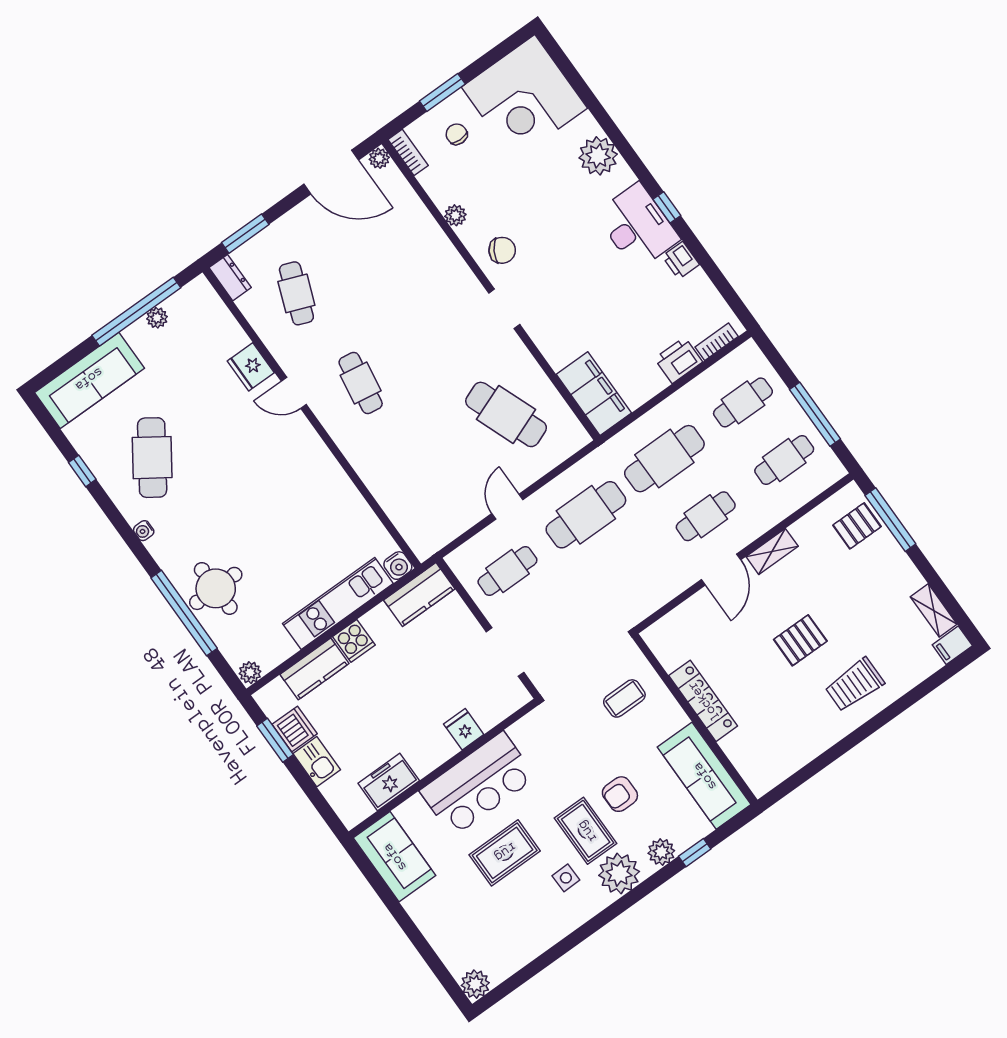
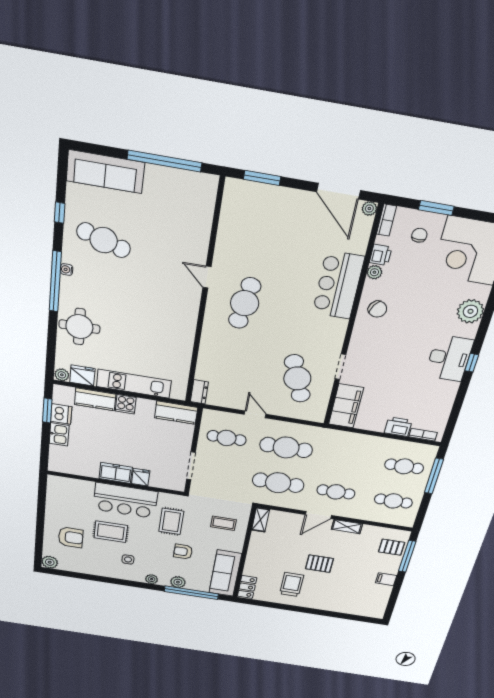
printer: (681, 260) -> (381, 255), moved, turned 180
bar counter: (434, 266) -> (338, 285), added
dresser: (230, 278) -> (199, 392), moved
cafe table: (296, 293) -> (257, 233), removed
doorway: (504, 309) -> (340, 367), moved
plant: (157, 318) -> (173, 175), removed
fridge: (251, 367) -> (82, 375), moved, turned 90
cafe table: (361, 383) -> (245, 303), width x1.37, depth x1.35
window: (815, 414) -> (434, 476), moved
cafe table: (152, 458) -> (104, 240), turned 74
cafe table: (664, 459) -> (278, 483), moved
door: (507, 507) -> (255, 414), hinge flipped
water cooler: (398, 566) -> (179, 393), removed
shelving: (934, 610) -> (261, 520), moved
window: (184, 613) -> (55, 282), moved
filing cabinet: (952, 645) -> (386, 579), moved
trolley: (855, 685) -> (292, 585), moved, turned 90
locker: (703, 701) -> (247, 587), moved, width x0.66
freezer: (389, 782) -> (116, 473), moved
rug: (586, 831) -> (171, 521), moved
window: (695, 853) -> (191, 593), width x3.17
sofa: (394, 857) -> (60, 495), removed
plant: (619, 873) -> (152, 579), width x0.53, depth x0.53
armchair: (465, 913) -> (71, 537), added

